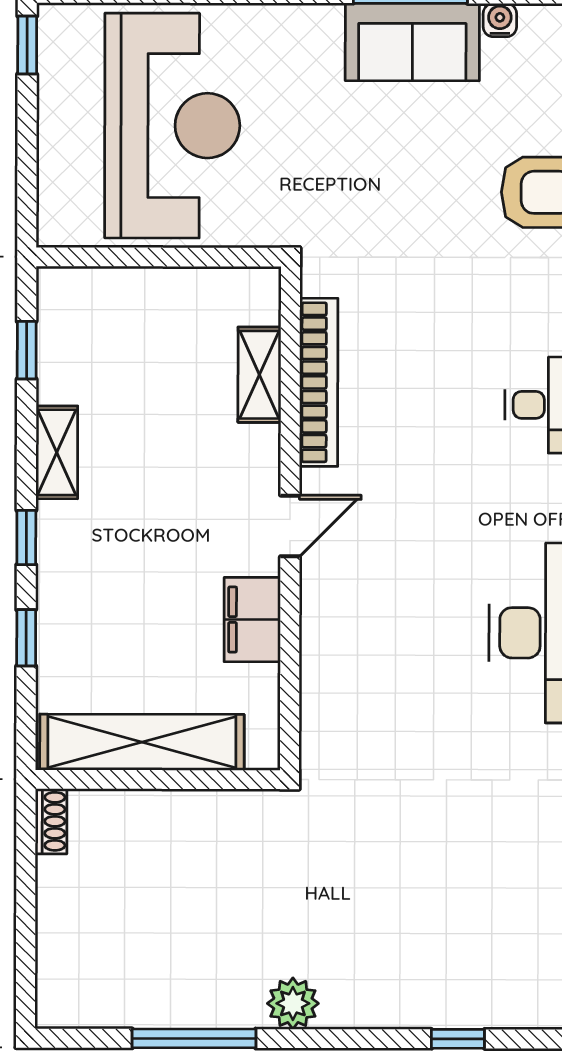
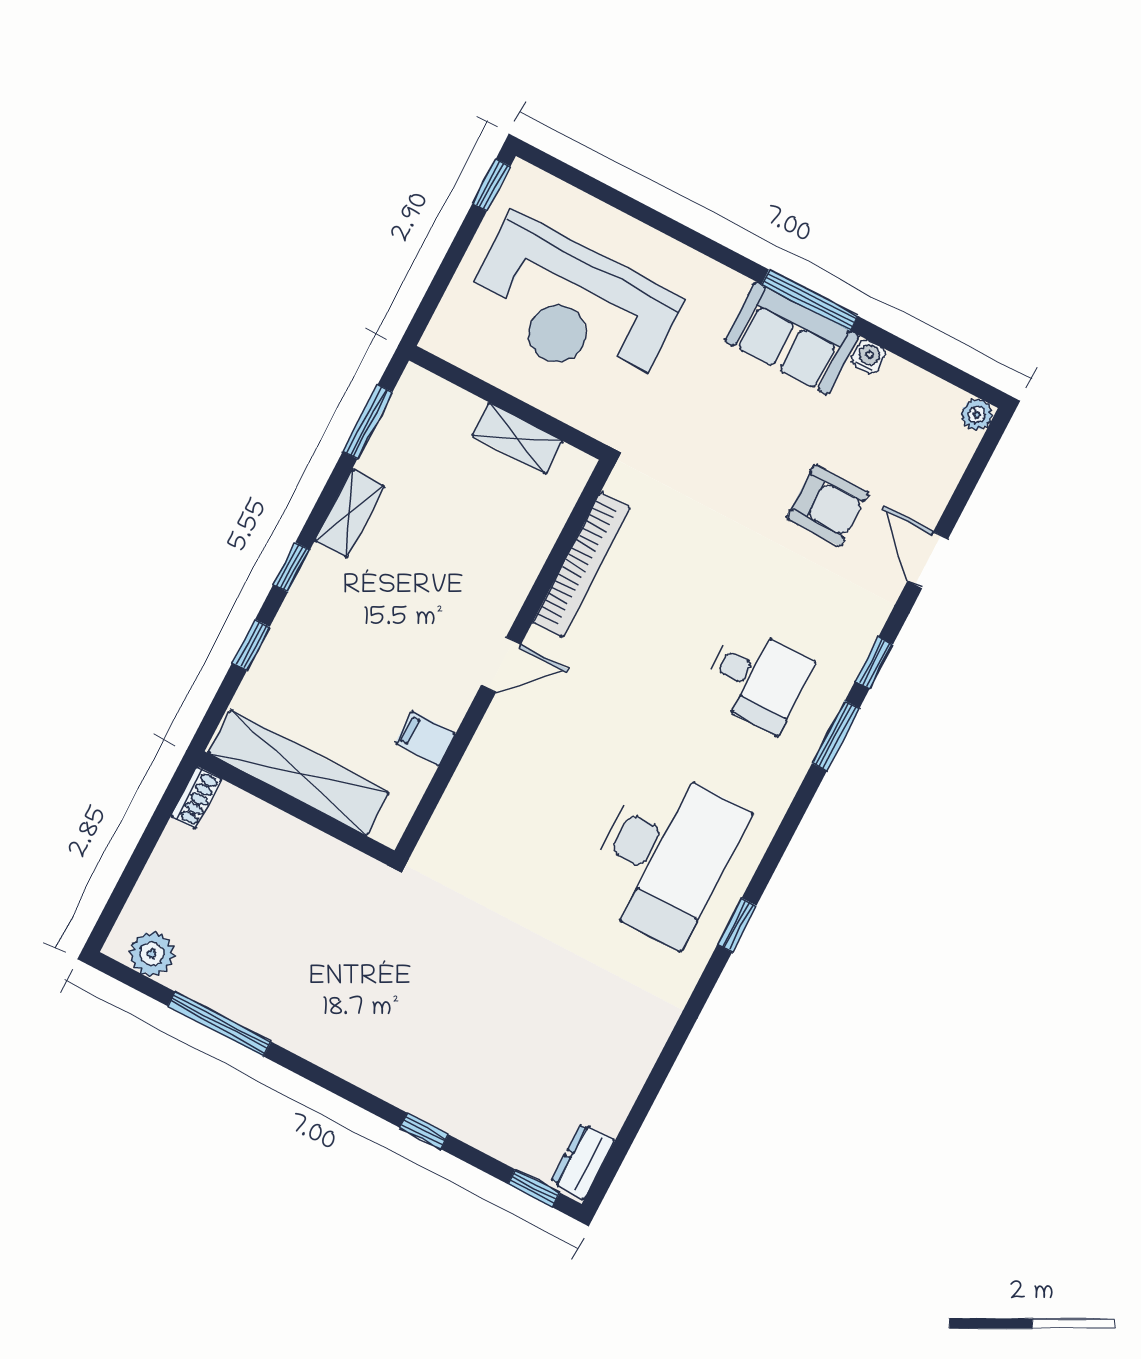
reception desk: (172, 126) -> (571, 306), turned 90
window: (27, 350) -> (368, 422), width x1.50
shelving: (259, 375) -> (518, 438), moved, turned 90
filing cabinet: (252, 620) -> (425, 739), width x0.50
plant: (293, 1003) -> (152, 954), moved

